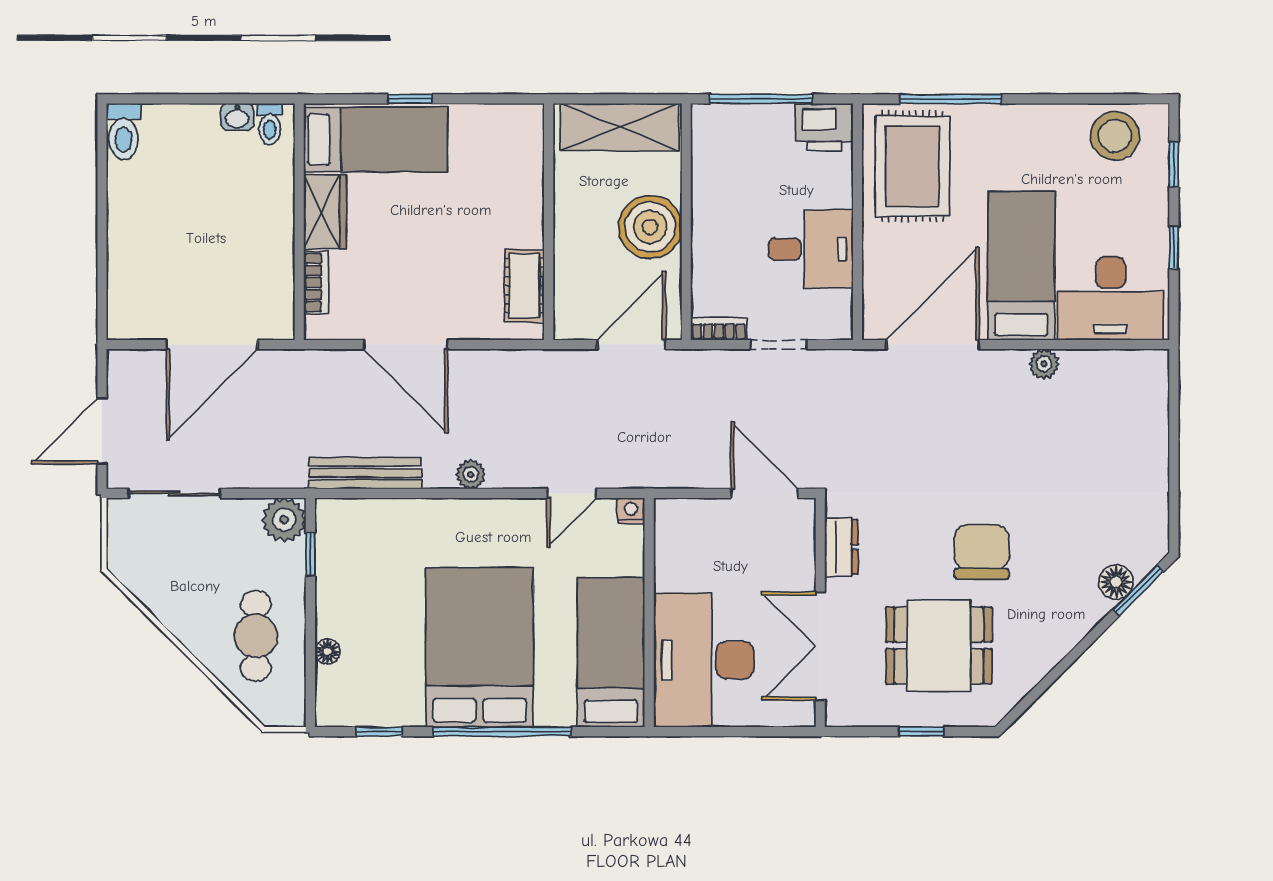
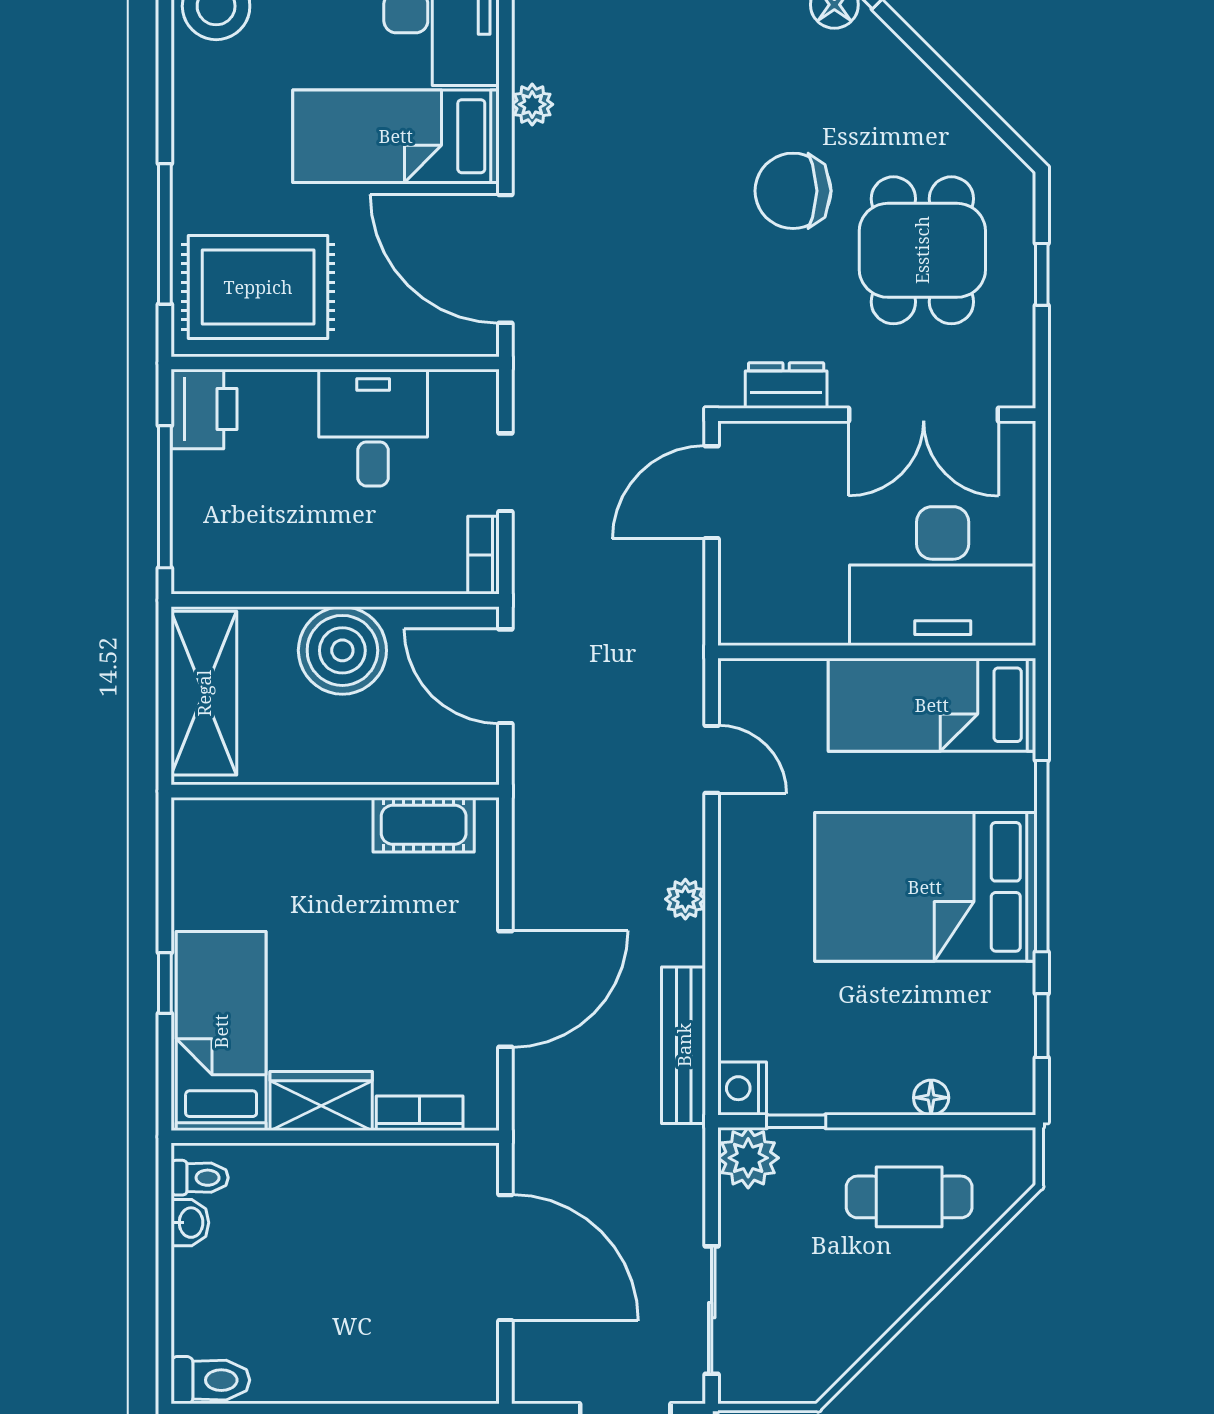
nightstand: (631, 511) -> (742, 1088), moved, width x1.39, depth x1.35

